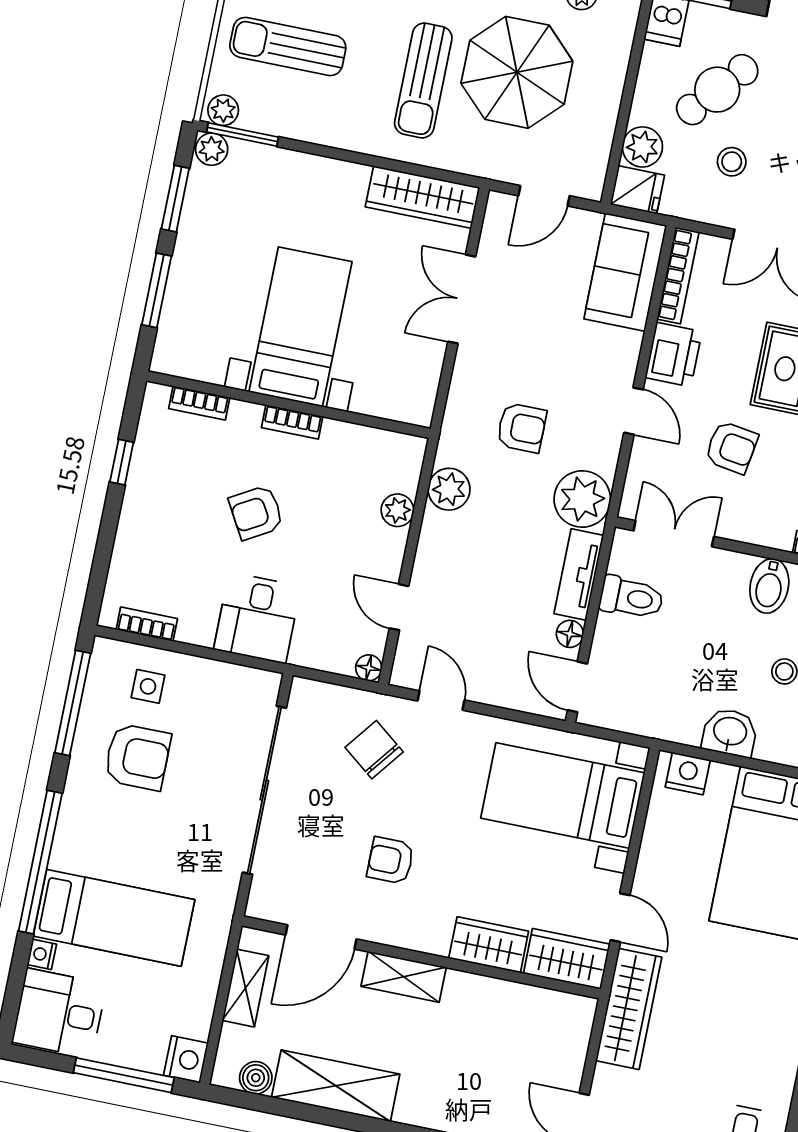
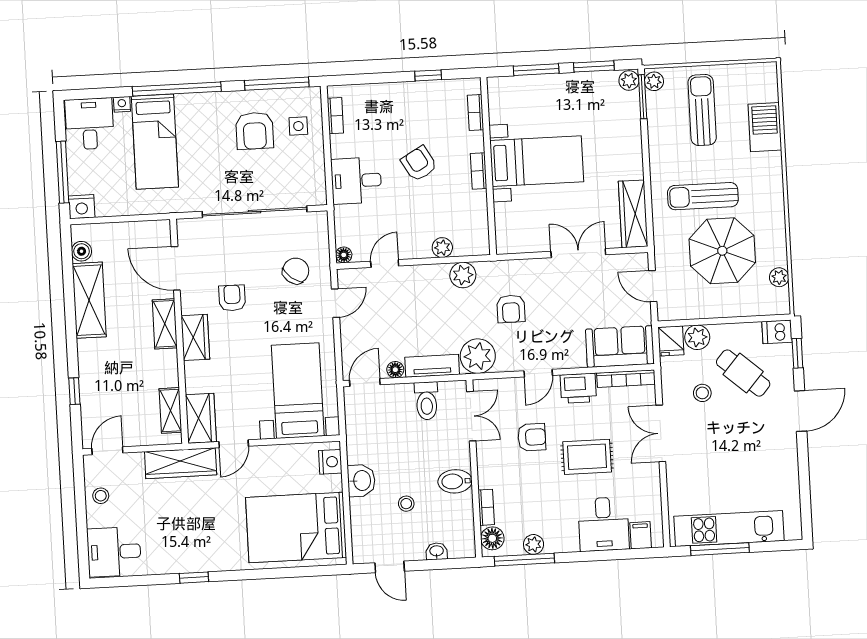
armchair: (731, 447) -> (532, 437), turned -99
wardrobe: (489, 945) -> (195, 337), moved
shelving: (246, 988) -> (170, 410), moved, turned 90

